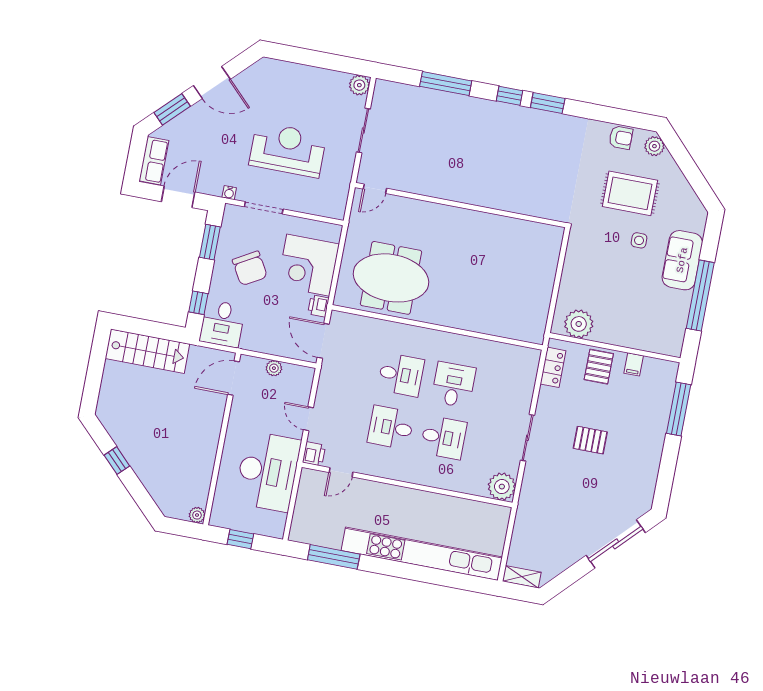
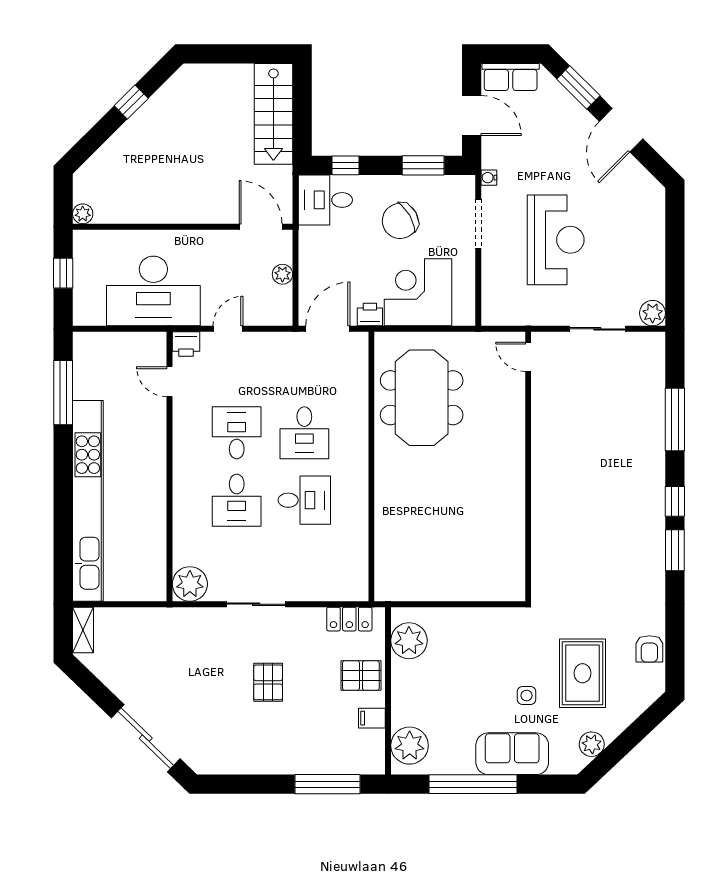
plant: (654, 146) -> (592, 744), moved
plant: (661, 339) -> (410, 746), added

